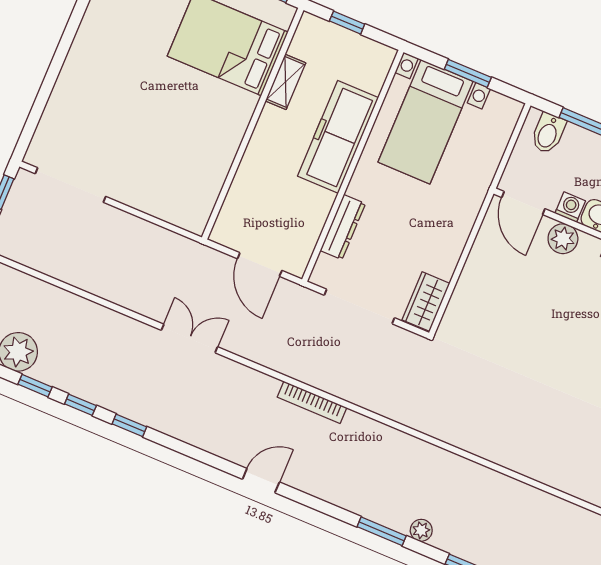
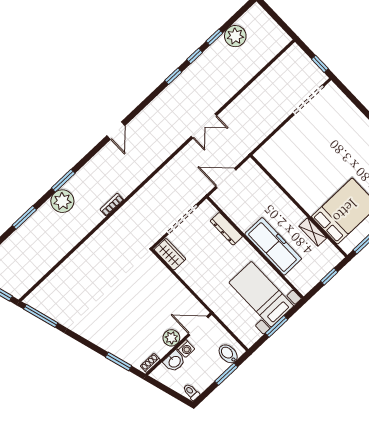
bookcase: (312, 402) -> (112, 205), moved, width x0.64
plant: (421, 530) -> (62, 201), width x1.88, depth x1.88

